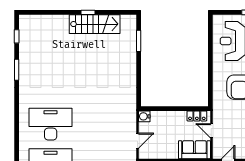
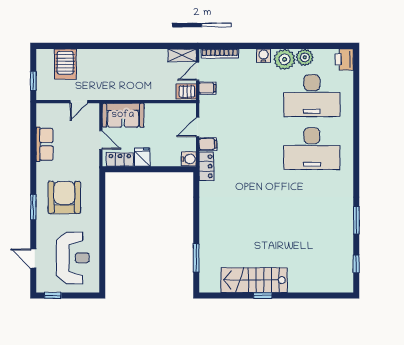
locker: (131, 111) -> (206, 166), added
fridge: (180, 118) -> (142, 157), added
filing cabinet: (130, 128) -> (208, 144), added

